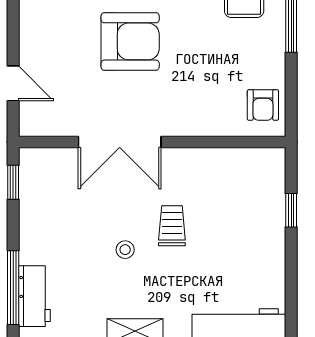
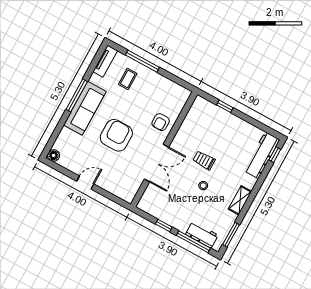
door: (13, 83) -> (85, 183), moved
armchair: (263, 105) -> (161, 122), moved, turned 90
window: (13, 182) -> (164, 226), moved

